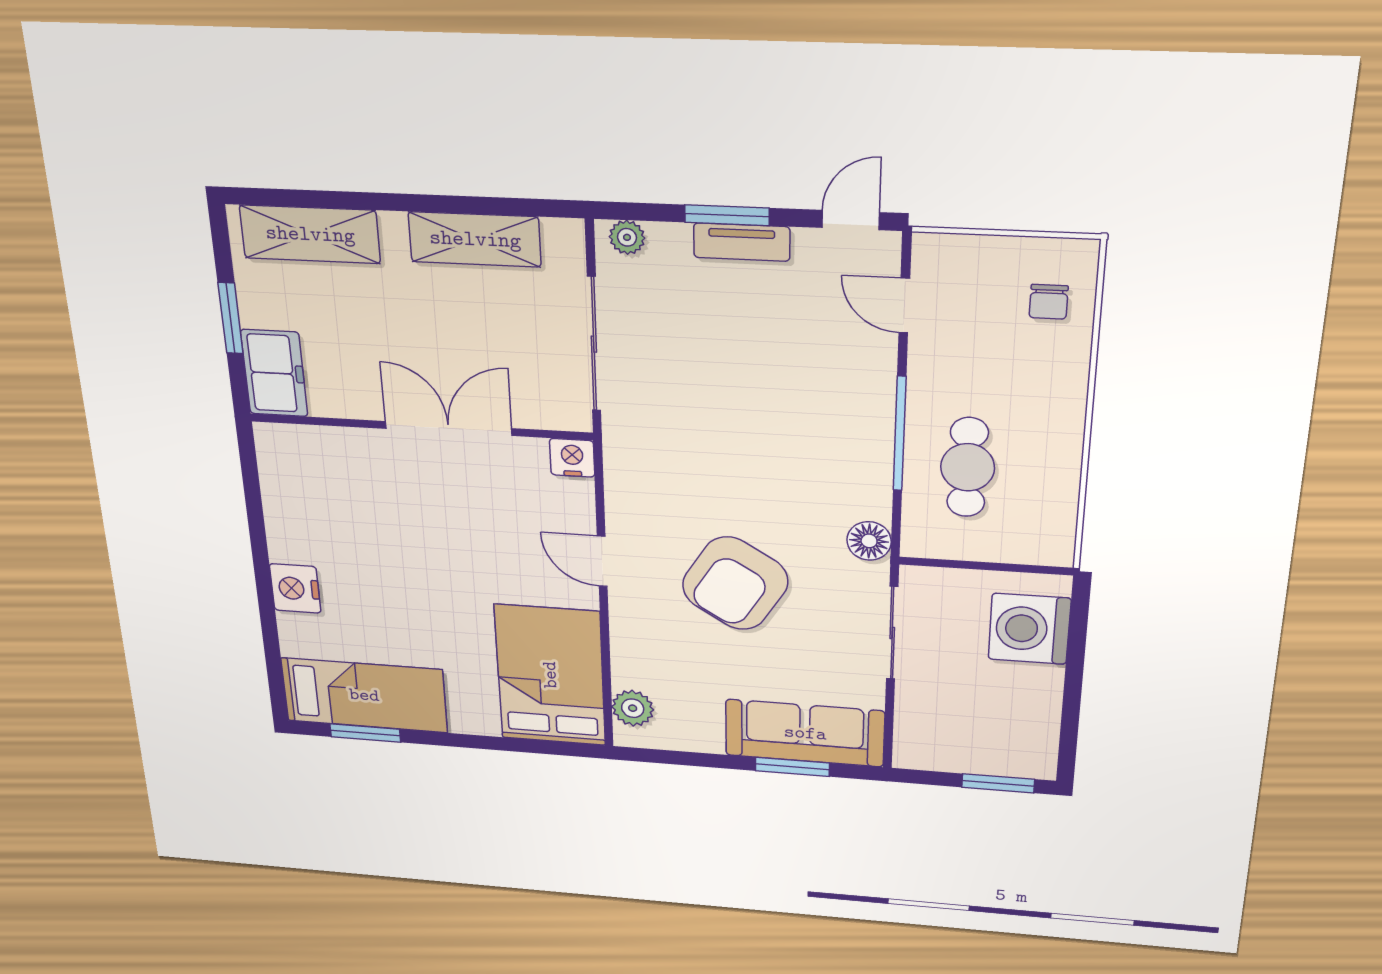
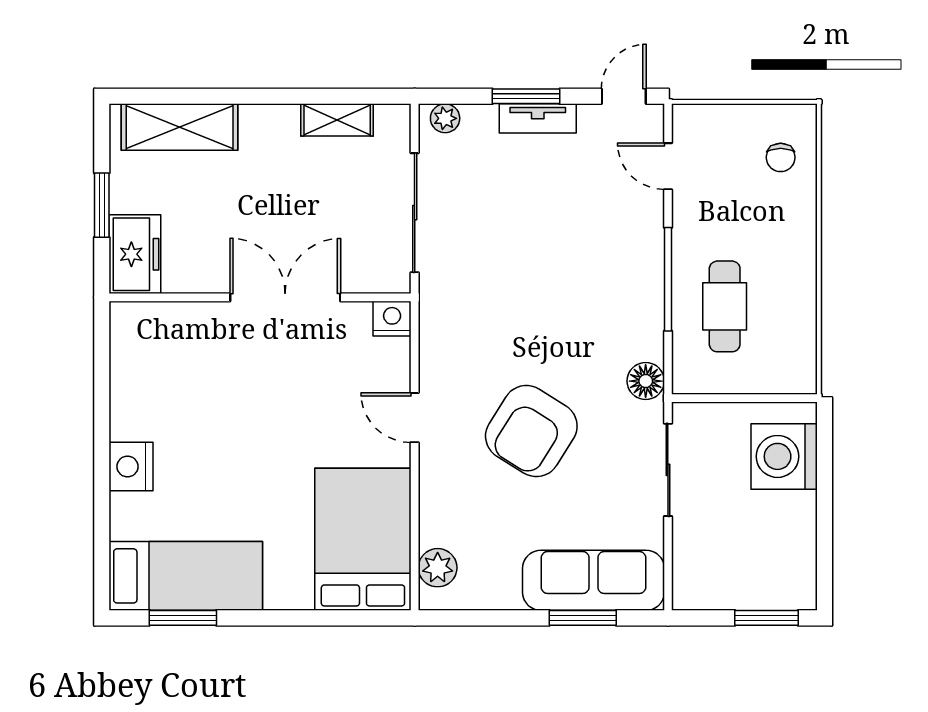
shelving: (475, 239) -> (337, 120), width x0.67, depth x0.75

